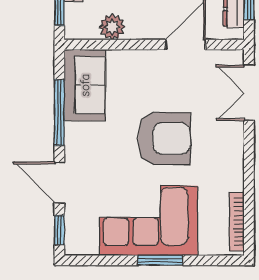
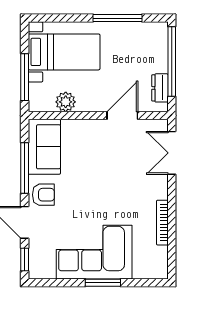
armchair: (164, 139) -> (43, 195), moved, width x0.53, depth x0.53
bookcase: (237, 222) -> (162, 223), moved

